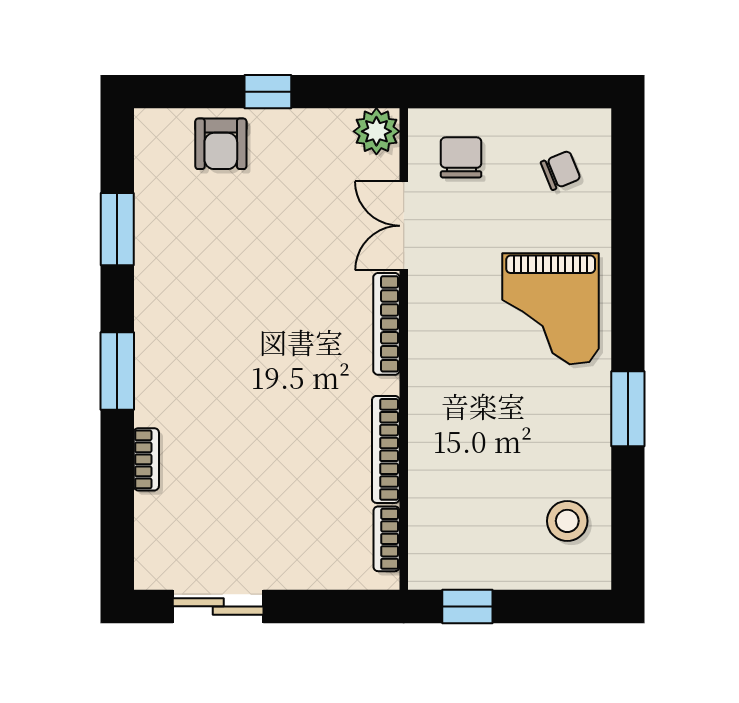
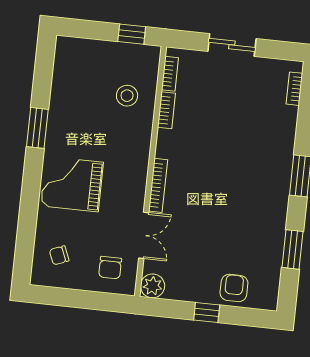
grand piano: (551, 309) -> (72, 184), turned -90
bookcase: (386, 449) -> (166, 110), width x0.64
bookcase: (146, 459) -> (294, 89), moved
stool: (567, 521) -> (127, 96), moved
sliding door: (218, 606) -> (232, 45), moved

